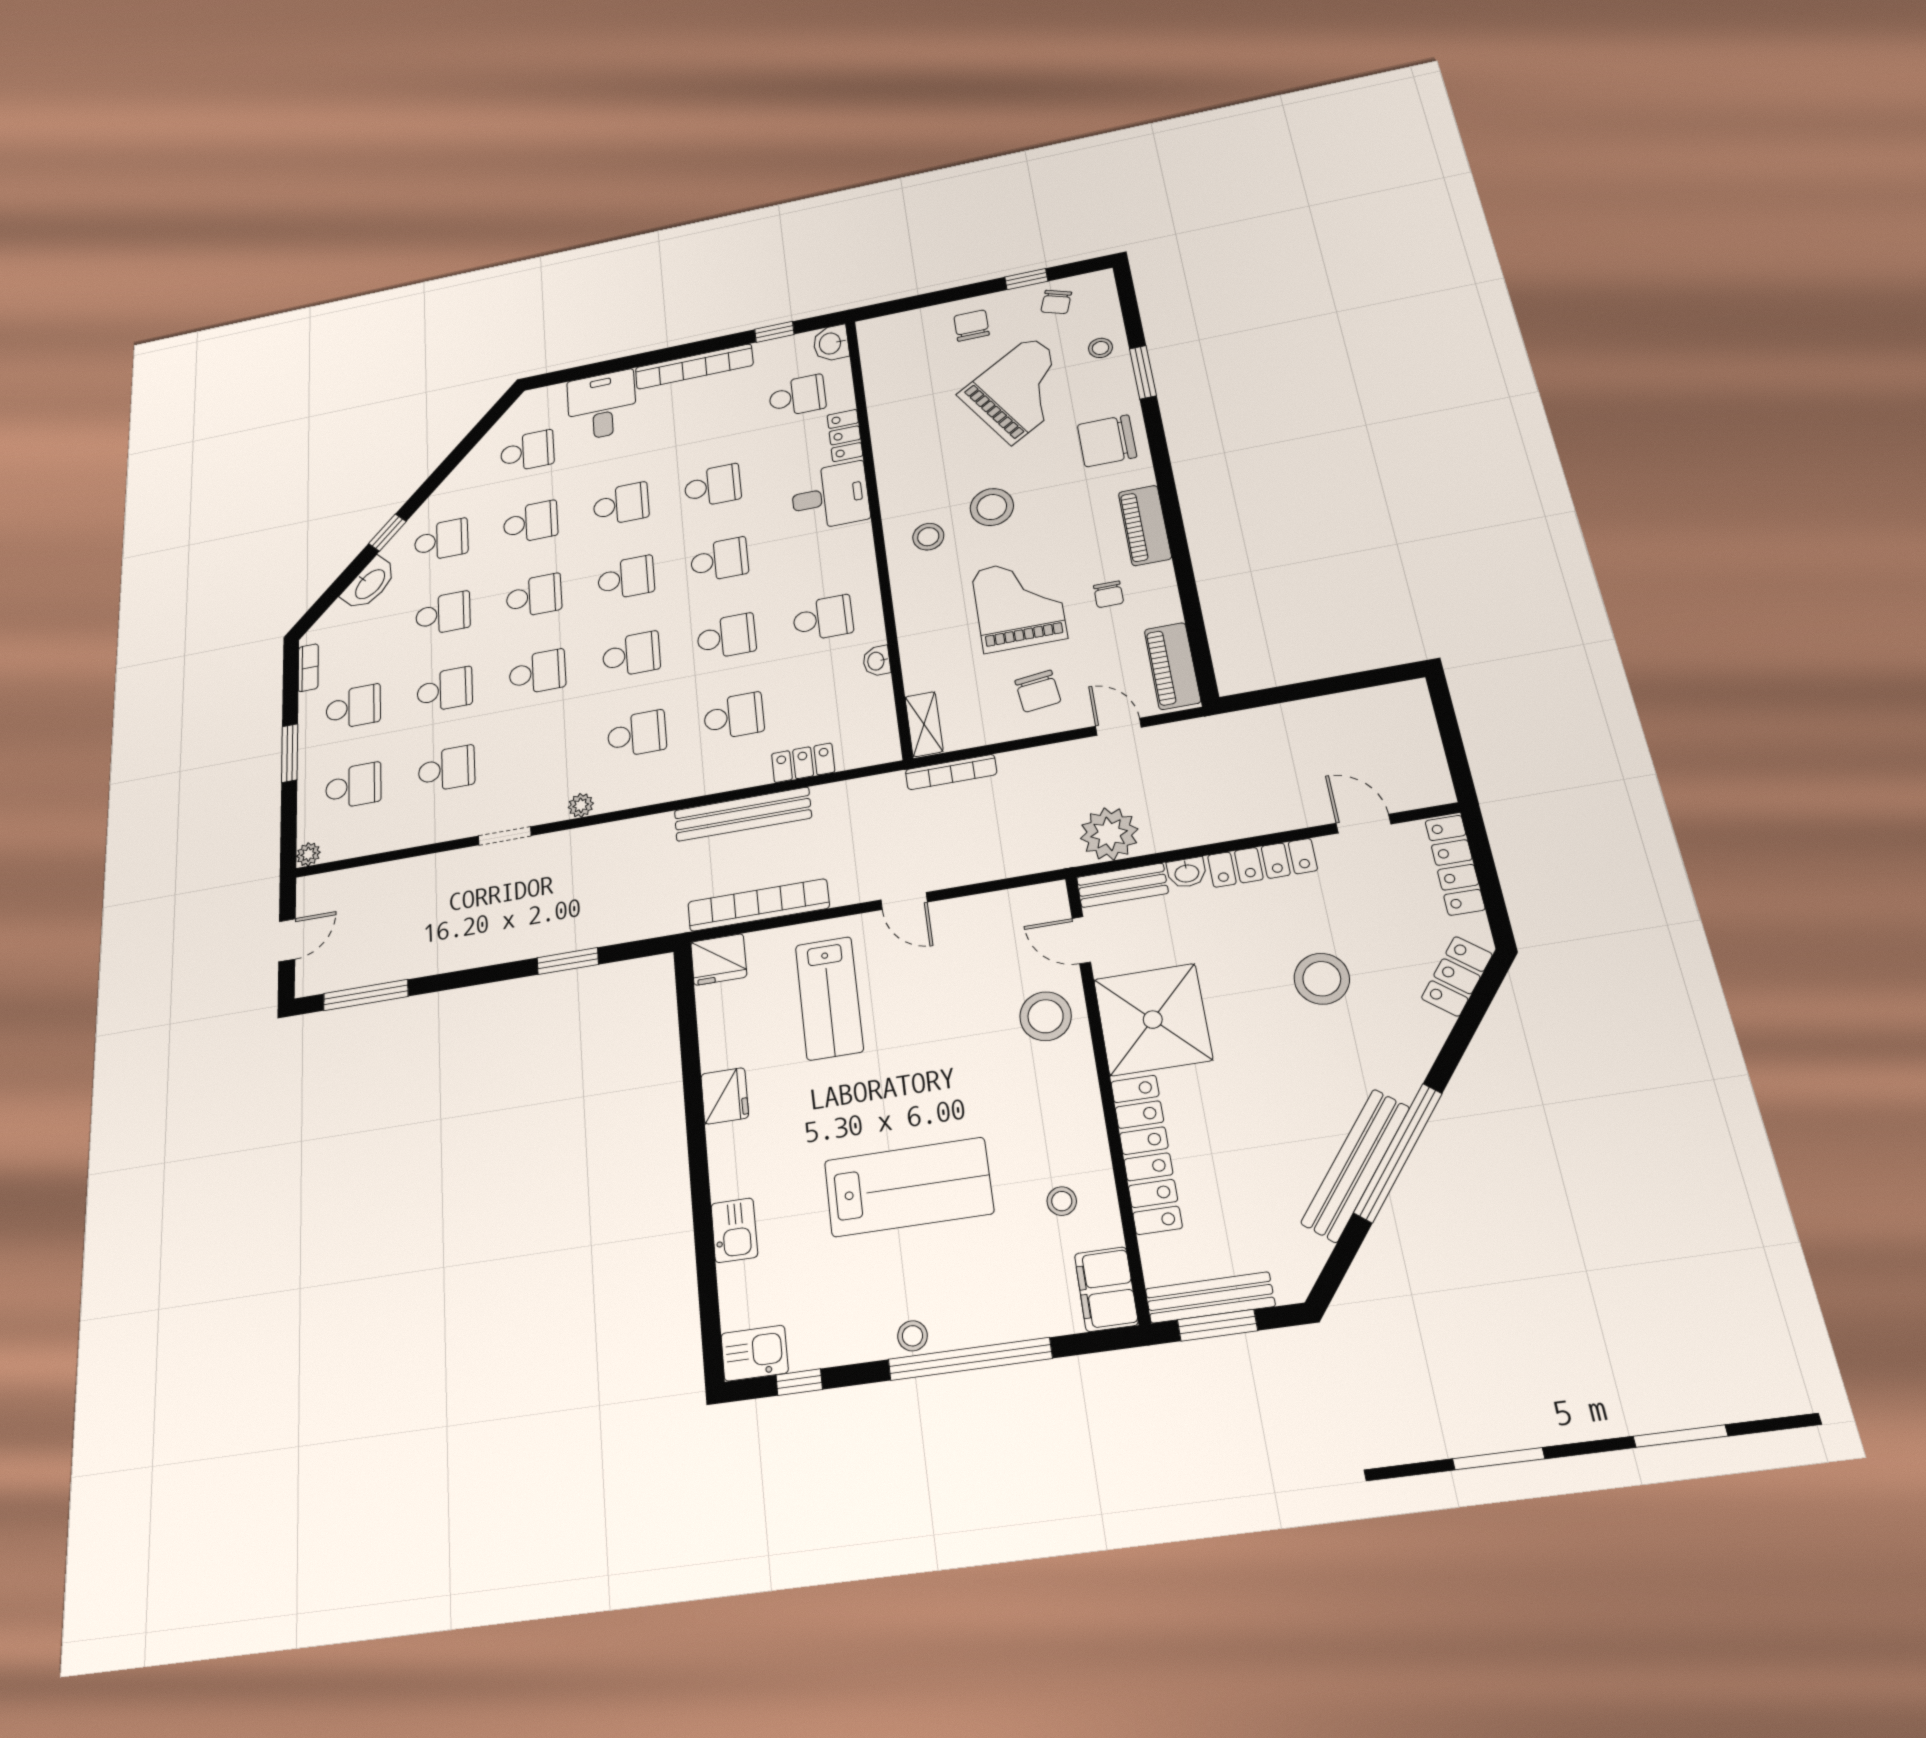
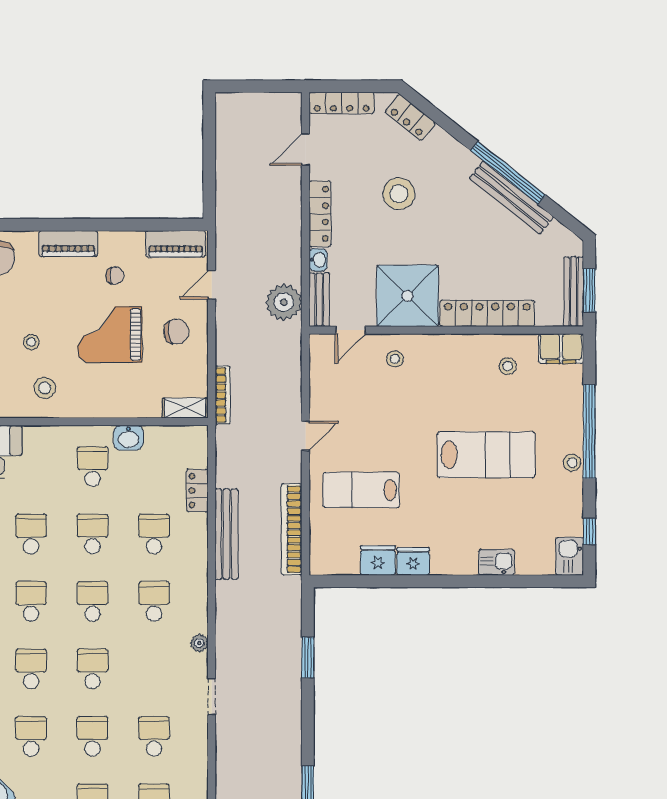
stool: (992, 507) -> (31, 342), width x0.53, depth x0.53
washbasin: (877, 661) -> (128, 438), width x1.38, depth x1.45
fridge: (719, 960) -> (378, 560), moved, turned -90
lab bench: (829, 998) -> (361, 490), turned 180
stool: (1046, 1016) -> (395, 359), width x0.53, depth x0.53
lab bench: (908, 1187) -> (486, 455), turned 90

